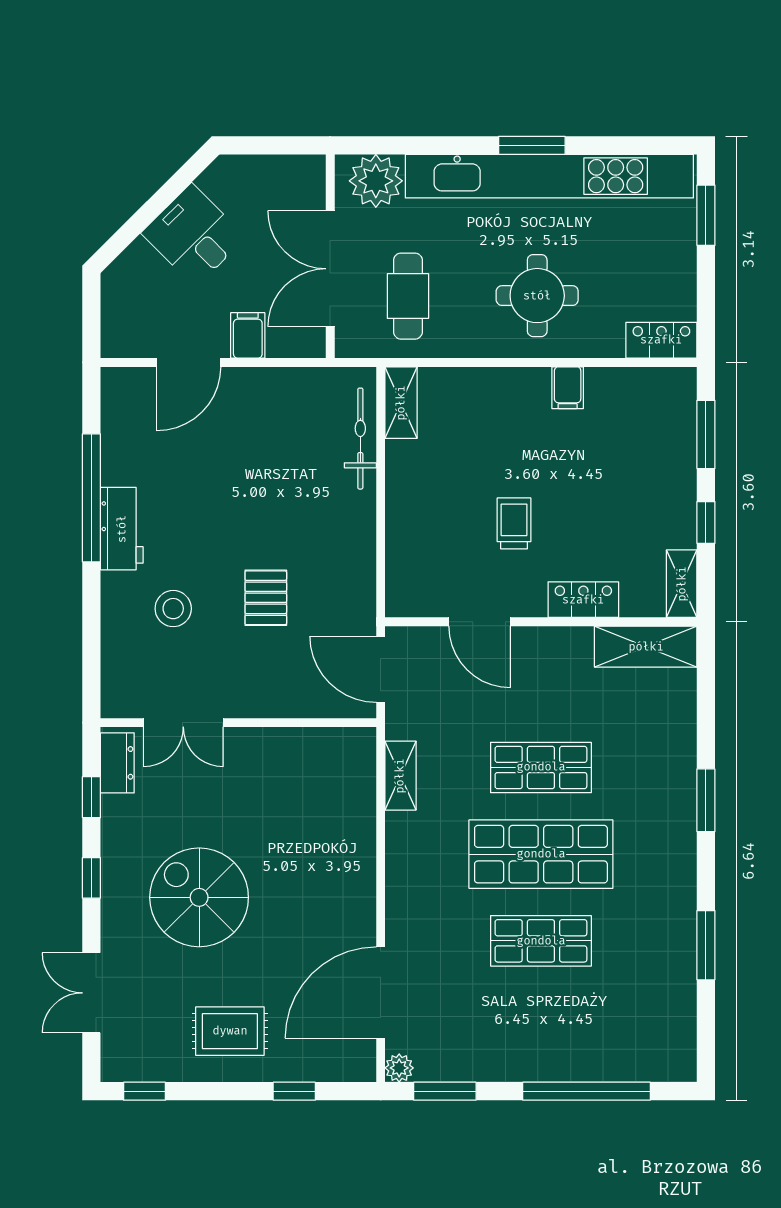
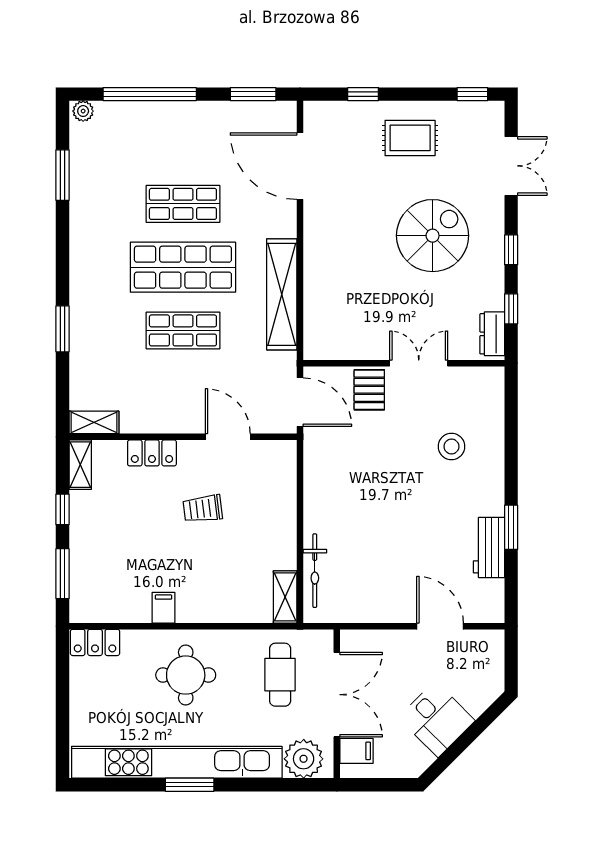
window: (706, 215) -> (63, 734), removed
filing cabinet: (248, 335) -> (357, 751), moved, turned -90
door: (189, 362) -> (440, 626), hinge flipped
window: (91, 498) -> (511, 527), width x0.47
trolley: (514, 523) -> (203, 509), turned 83
workbench: (122, 529) -> (489, 548), moved
pallet: (266, 598) -> (369, 390), moved
shelving: (646, 647) -> (94, 422), width x0.67, depth x0.75
double door: (183, 723) -> (419, 363), moved
shelving: (400, 776) -> (282, 294), width x2.20, depth x1.33
window: (706, 800) -> (63, 329), moved
spiral stairs: (199, 897) -> (433, 236), turned -90
window: (706, 945) -> (63, 175), moved
door: (381, 993) -> (300, 166), swing flipped
plant: (399, 1068) -> (83, 111), moved

